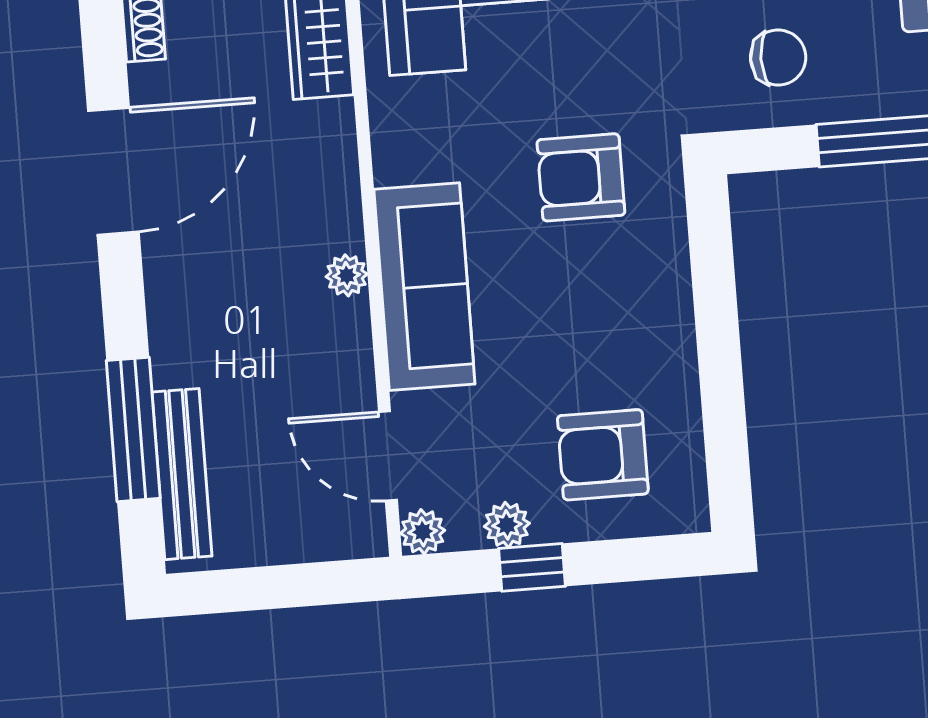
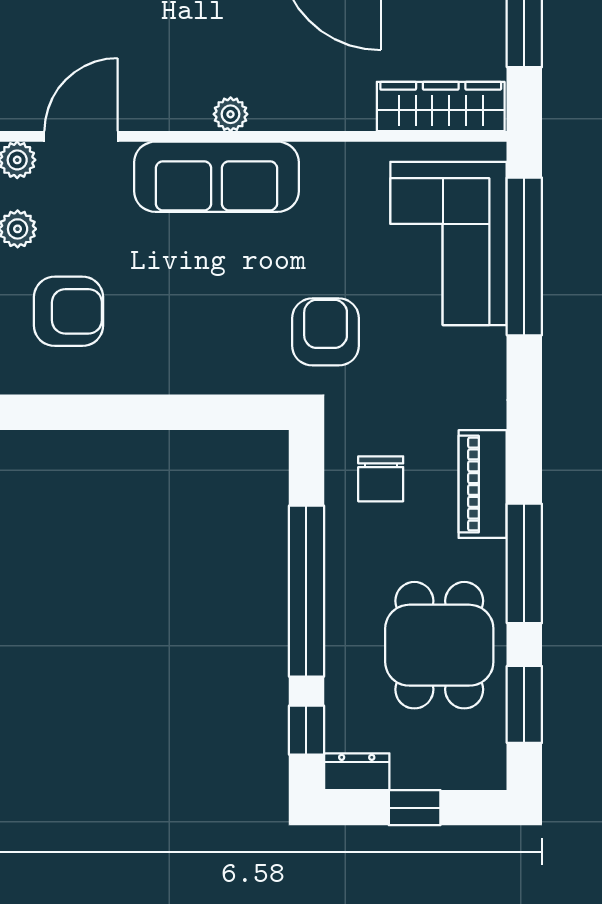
armchair: (581, 177) -> (326, 332), moved
armchair: (603, 455) -> (69, 311), turned 90

